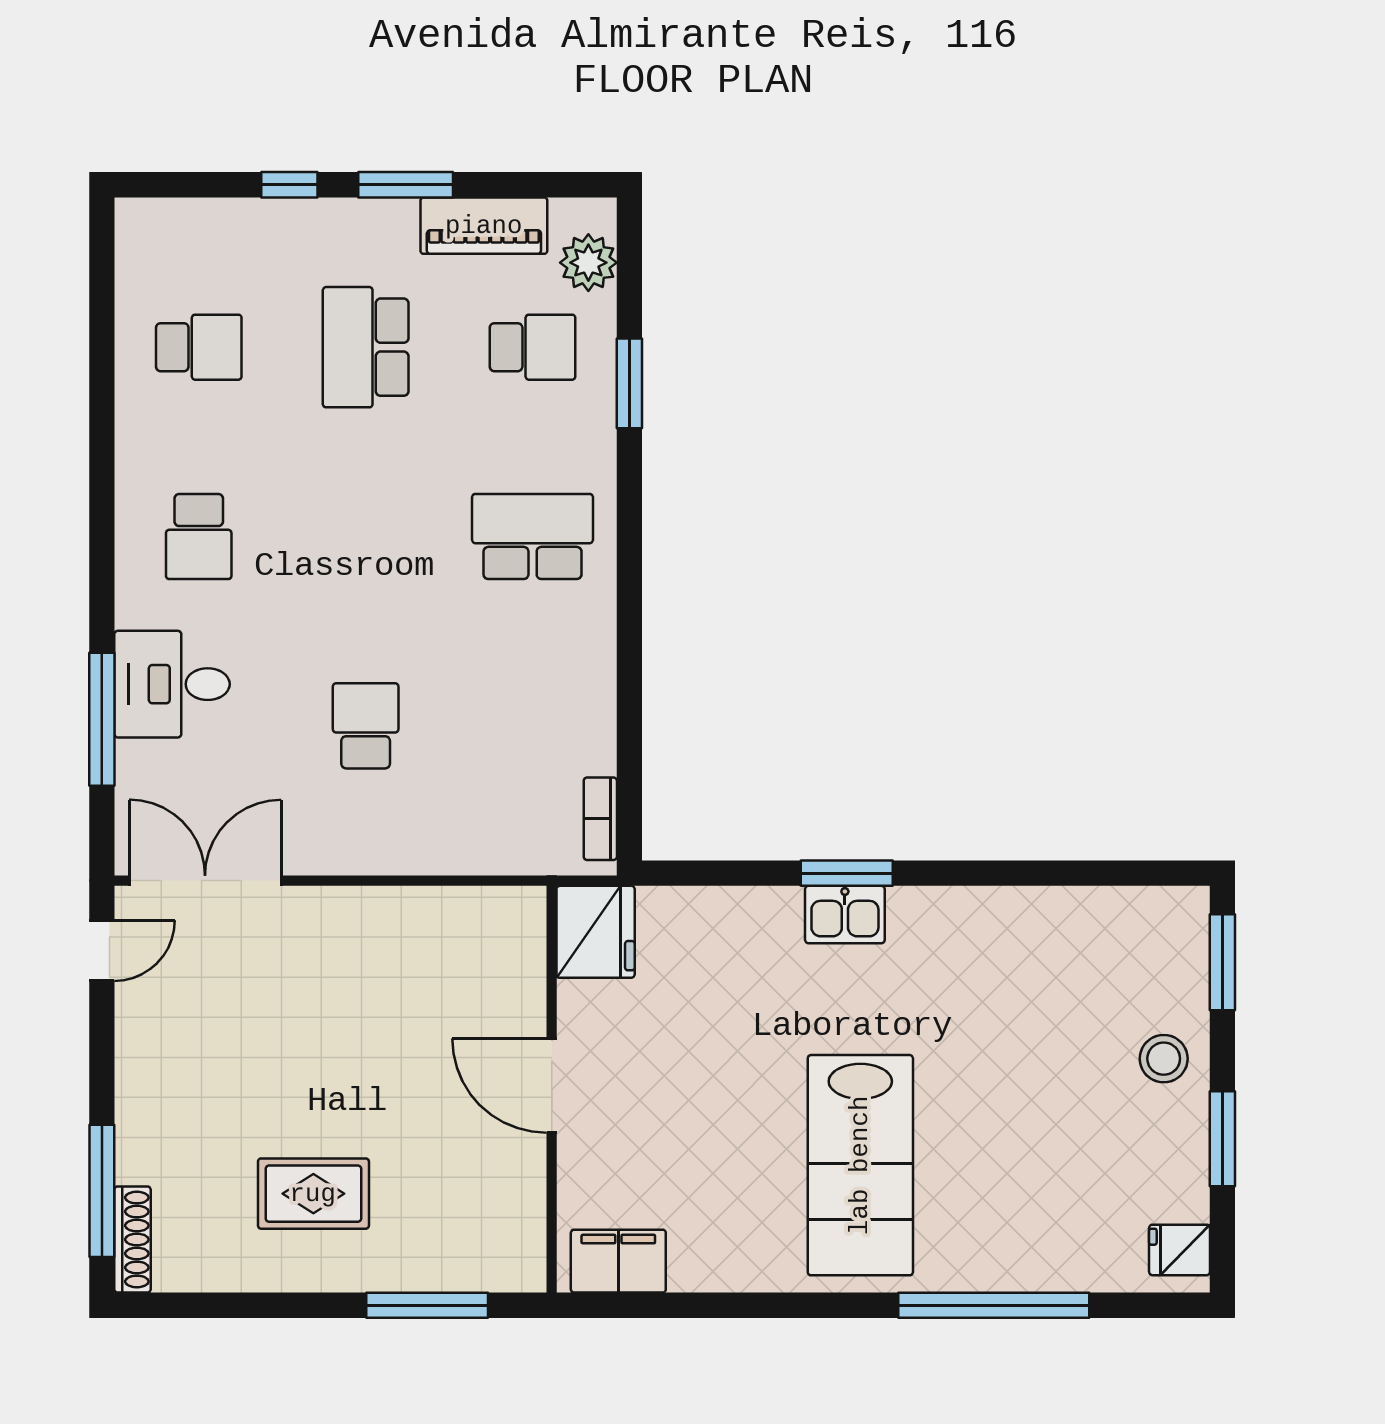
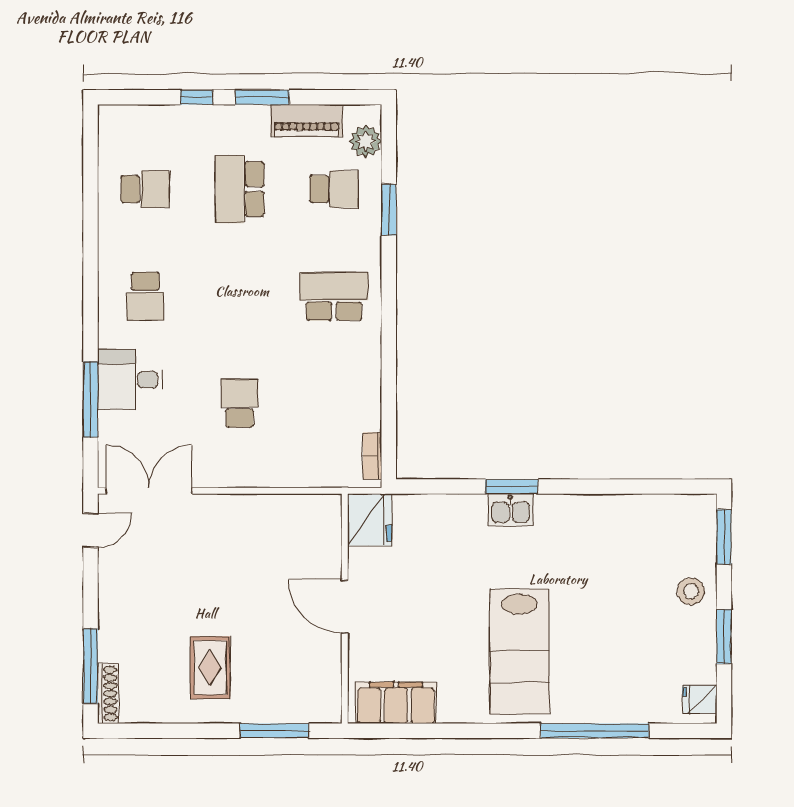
rug: (313, 1194) -> (210, 668), turned 90
filing cabinet: (618, 1261) -> (396, 703), width x1.50, depth x1.17

